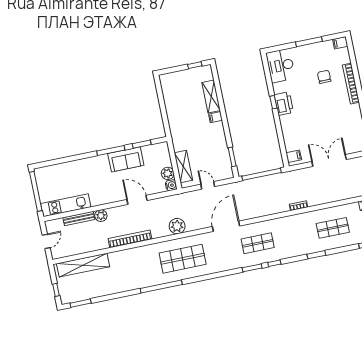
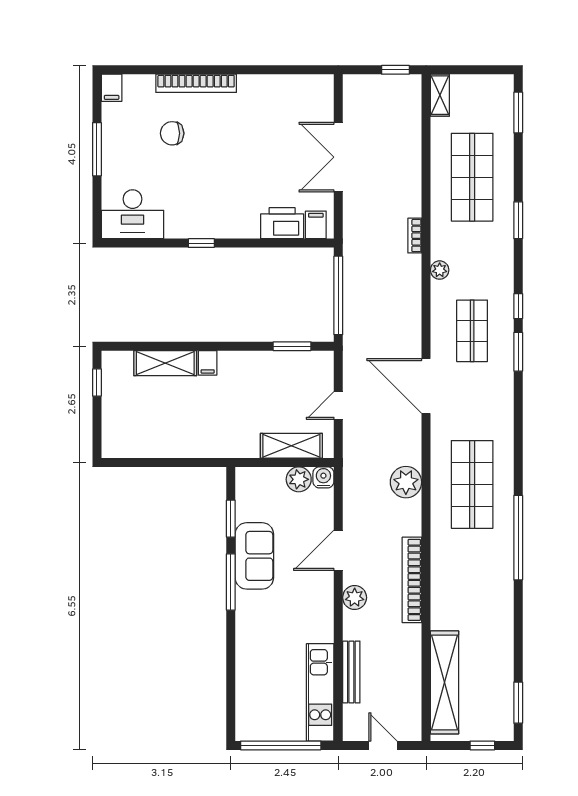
printer: (284, 104) -> (282, 223), moved
plant: (101, 216) -> (355, 598), moved
plant: (284, 221) -> (440, 270), added
shop shelf: (333, 228) -> (472, 177), width x1.43, depth x1.36

